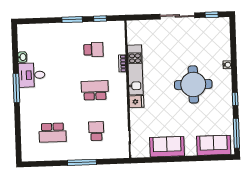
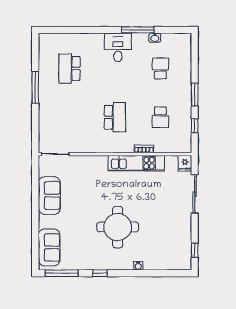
sliding door: (177, 16) -> (195, 194), moved
desk: (32, 75) -> (118, 47), moved
window: (16, 88) -> (138, 30), moved
fridge: (136, 102) -> (185, 163), moved
school desk: (96, 131) -> (160, 68), moved, turned -90
window: (82, 162) -> (35, 87), moved

